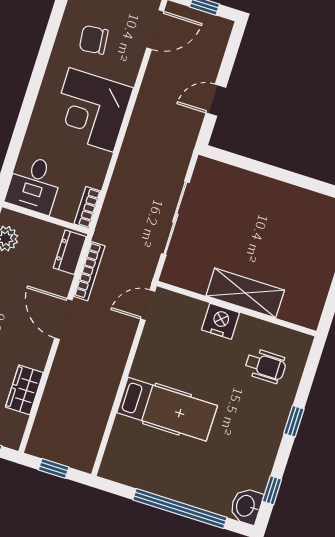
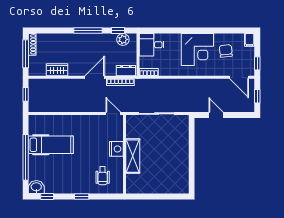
corner desk: (91, 110) -> (197, 49), moved, turned 180
hospital bed: (167, 409) -> (51, 145), moved, turned -90

